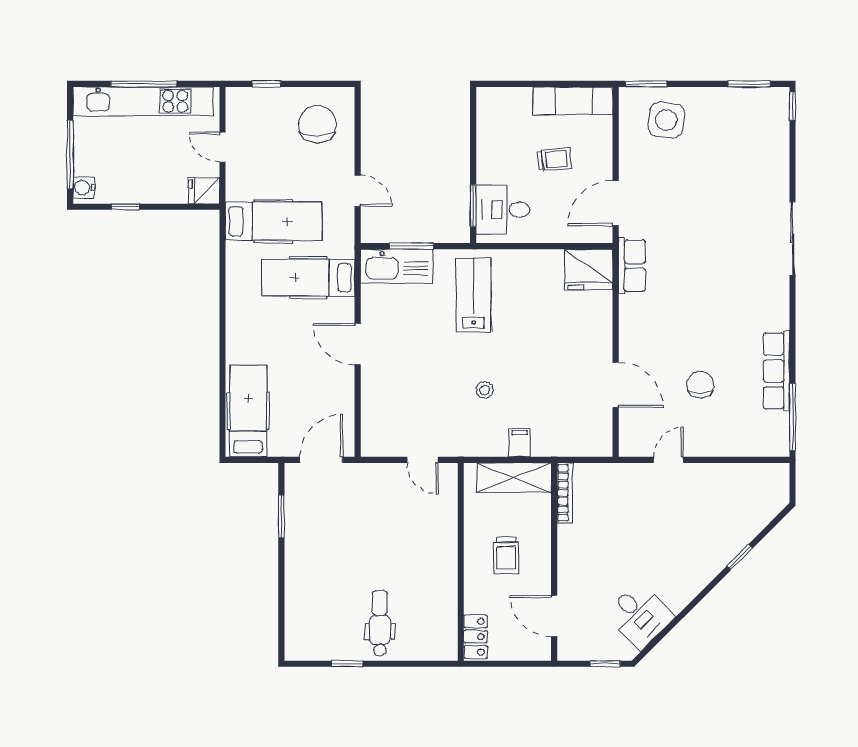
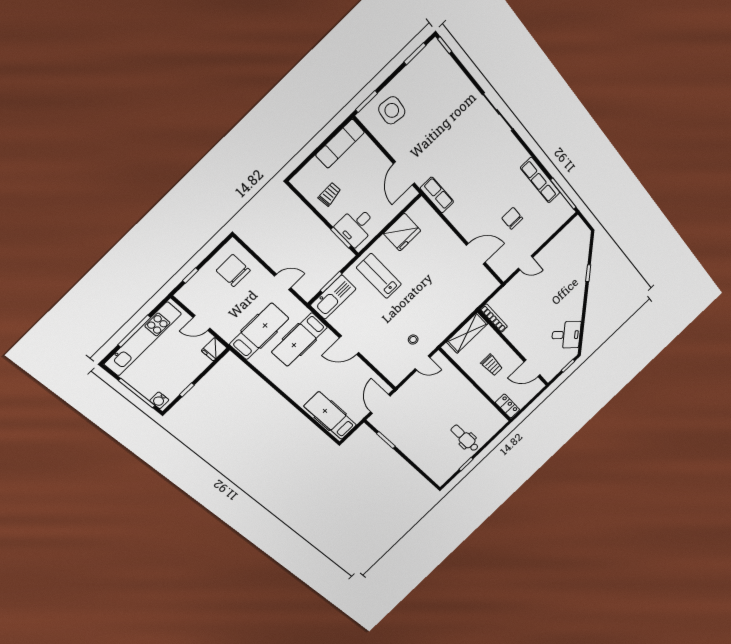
trolley: (554, 159) -> (330, 194), moved
fridge: (589, 269) -> (402, 232), moved
stool: (485, 390) -> (413, 340), moved
filing cabinet: (520, 443) -> (457, 317), removed
door: (668, 460) -> (526, 263), swing flipped

